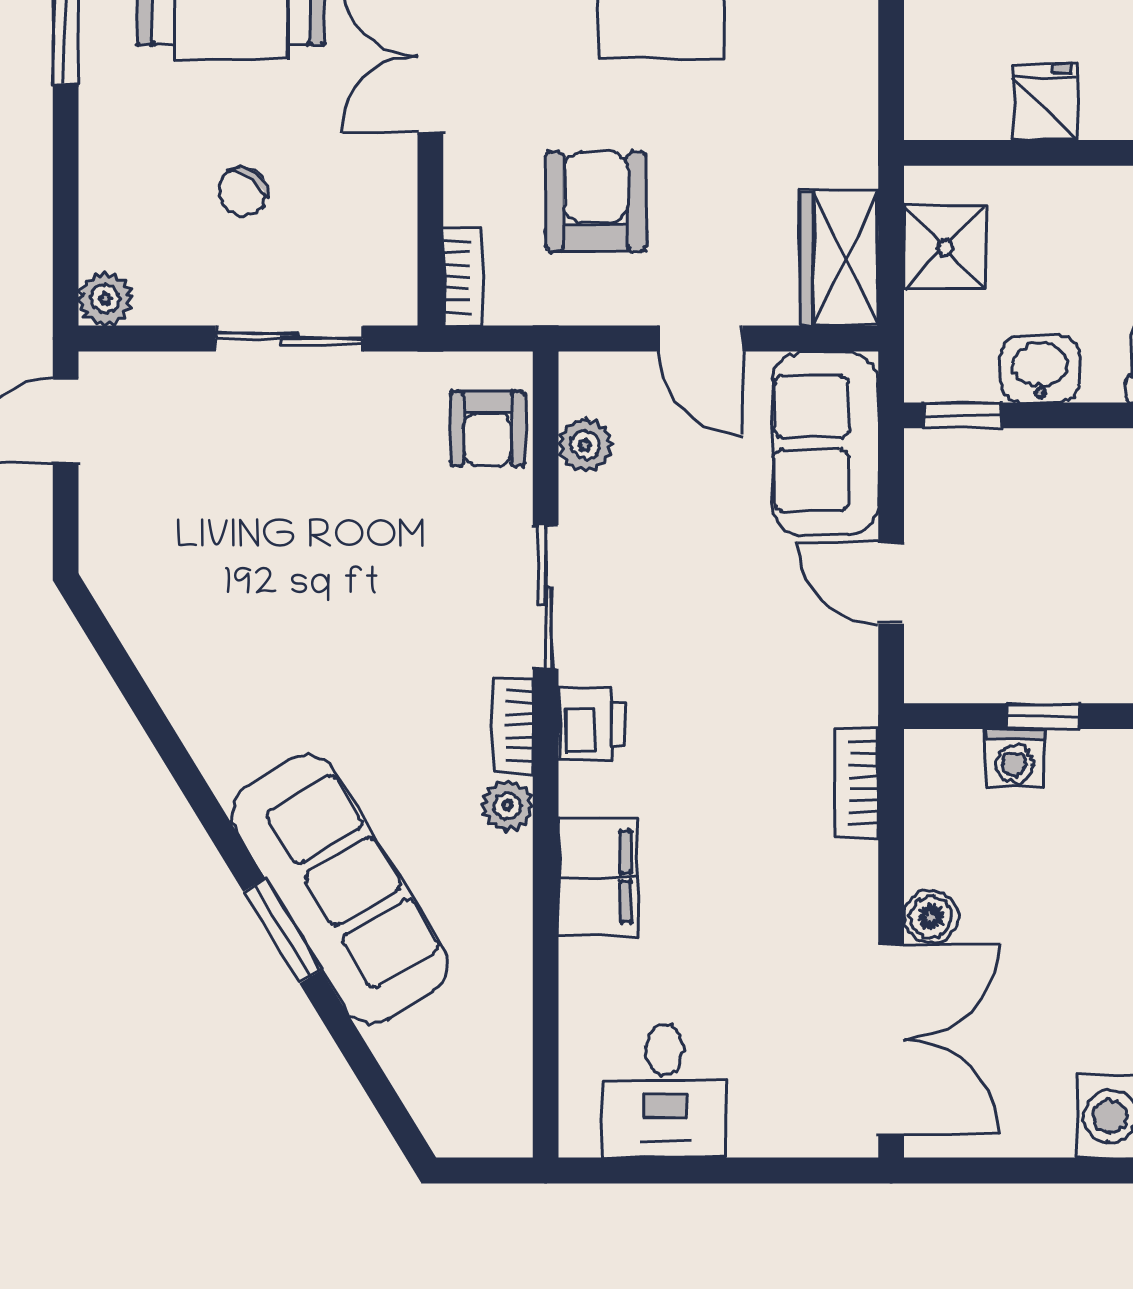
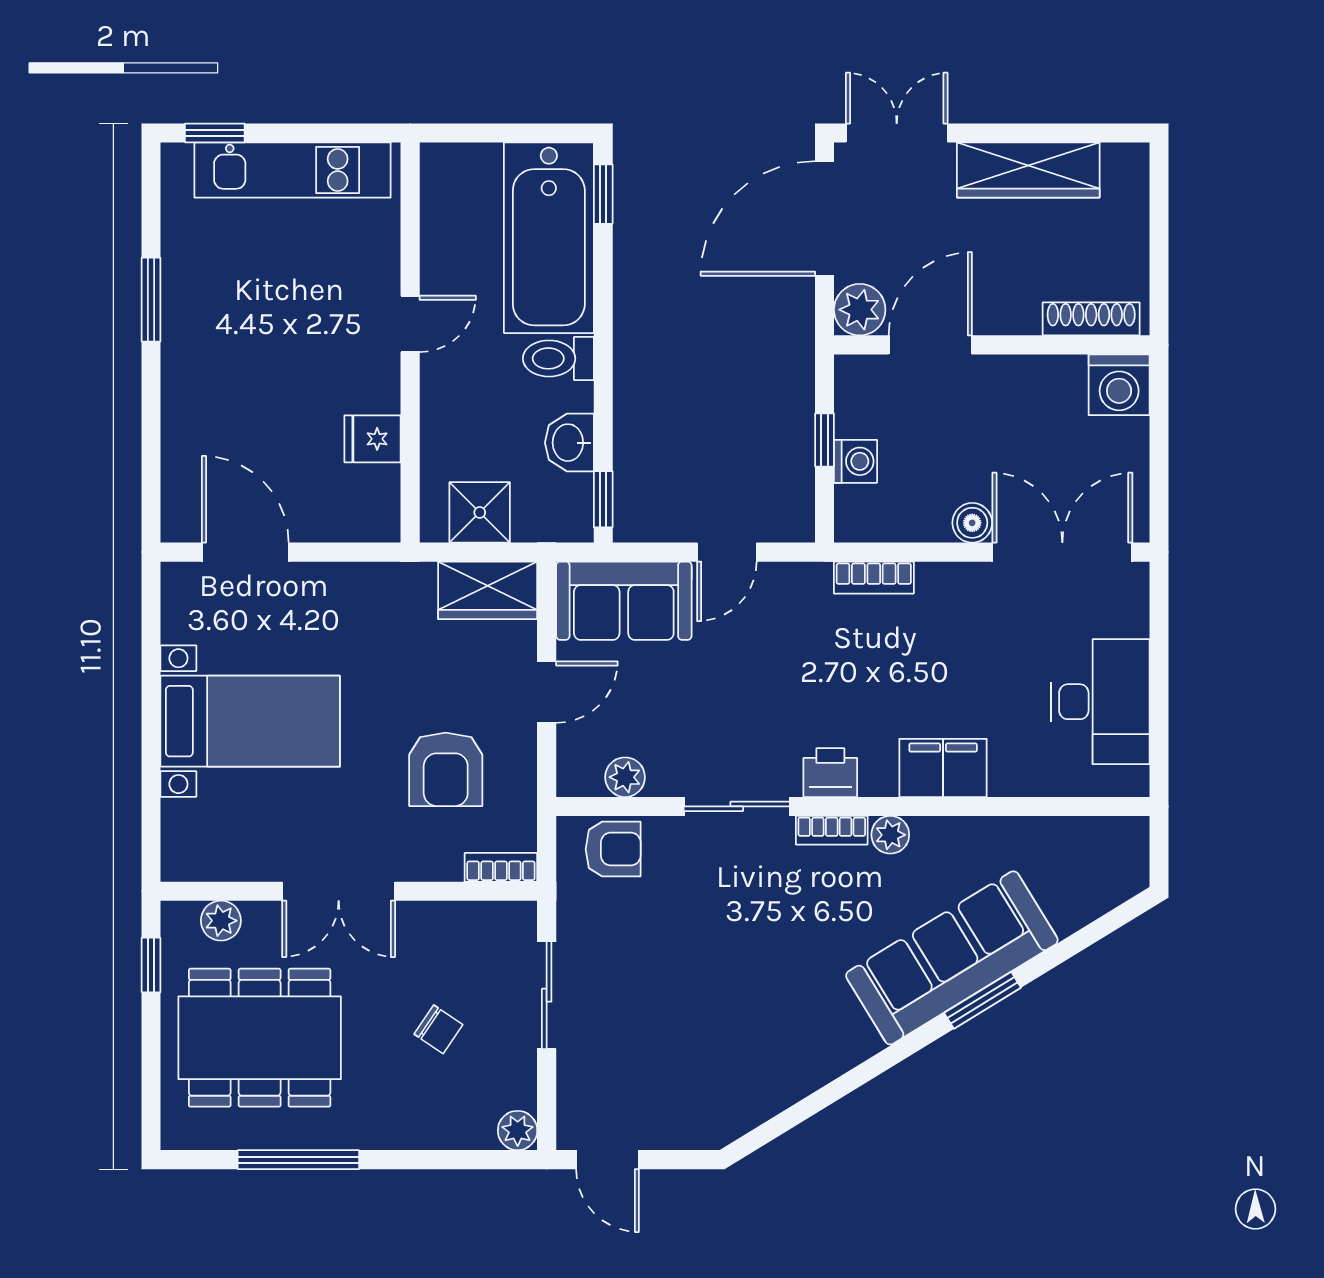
armchair: (596, 201) -> (446, 769), turned -90
desk: (665, 1091) -> (1100, 702), width x1.37

